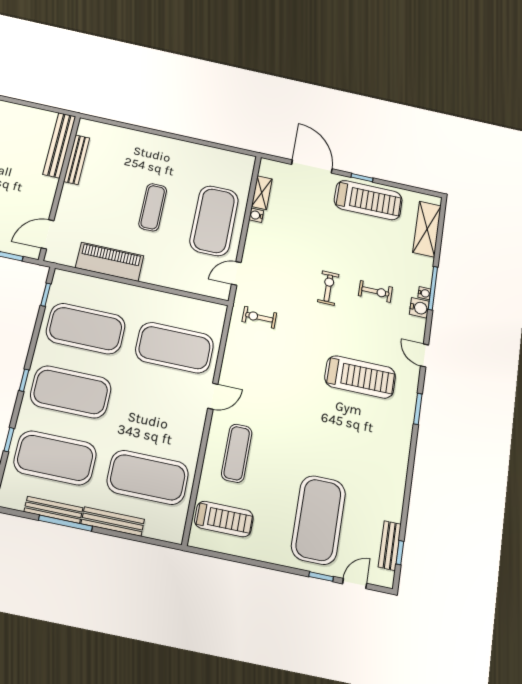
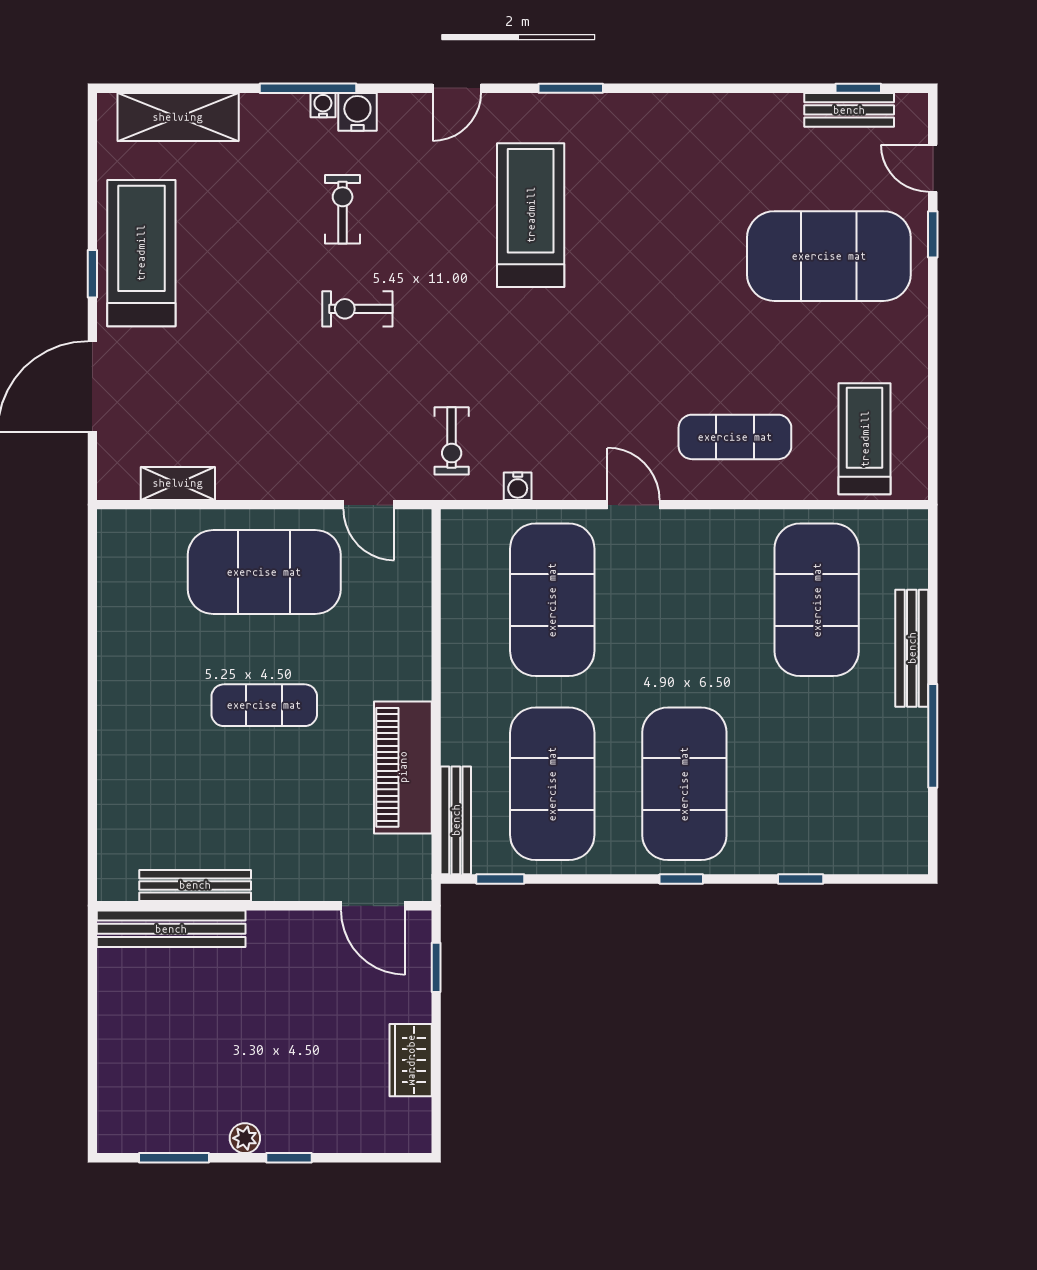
water cooler: (256, 215) -> (518, 486), moved
exercise mat: (55, 458) -> (817, 784), removed
bench: (53, 510) -> (456, 820), moved

